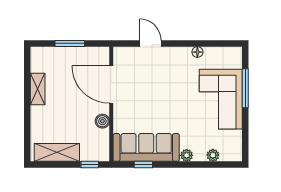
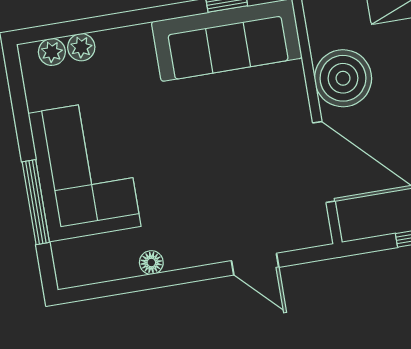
boiler: (102, 121) -> (343, 78), width x1.86, depth x1.86
plant: (187, 155) -> (52, 52), moved

